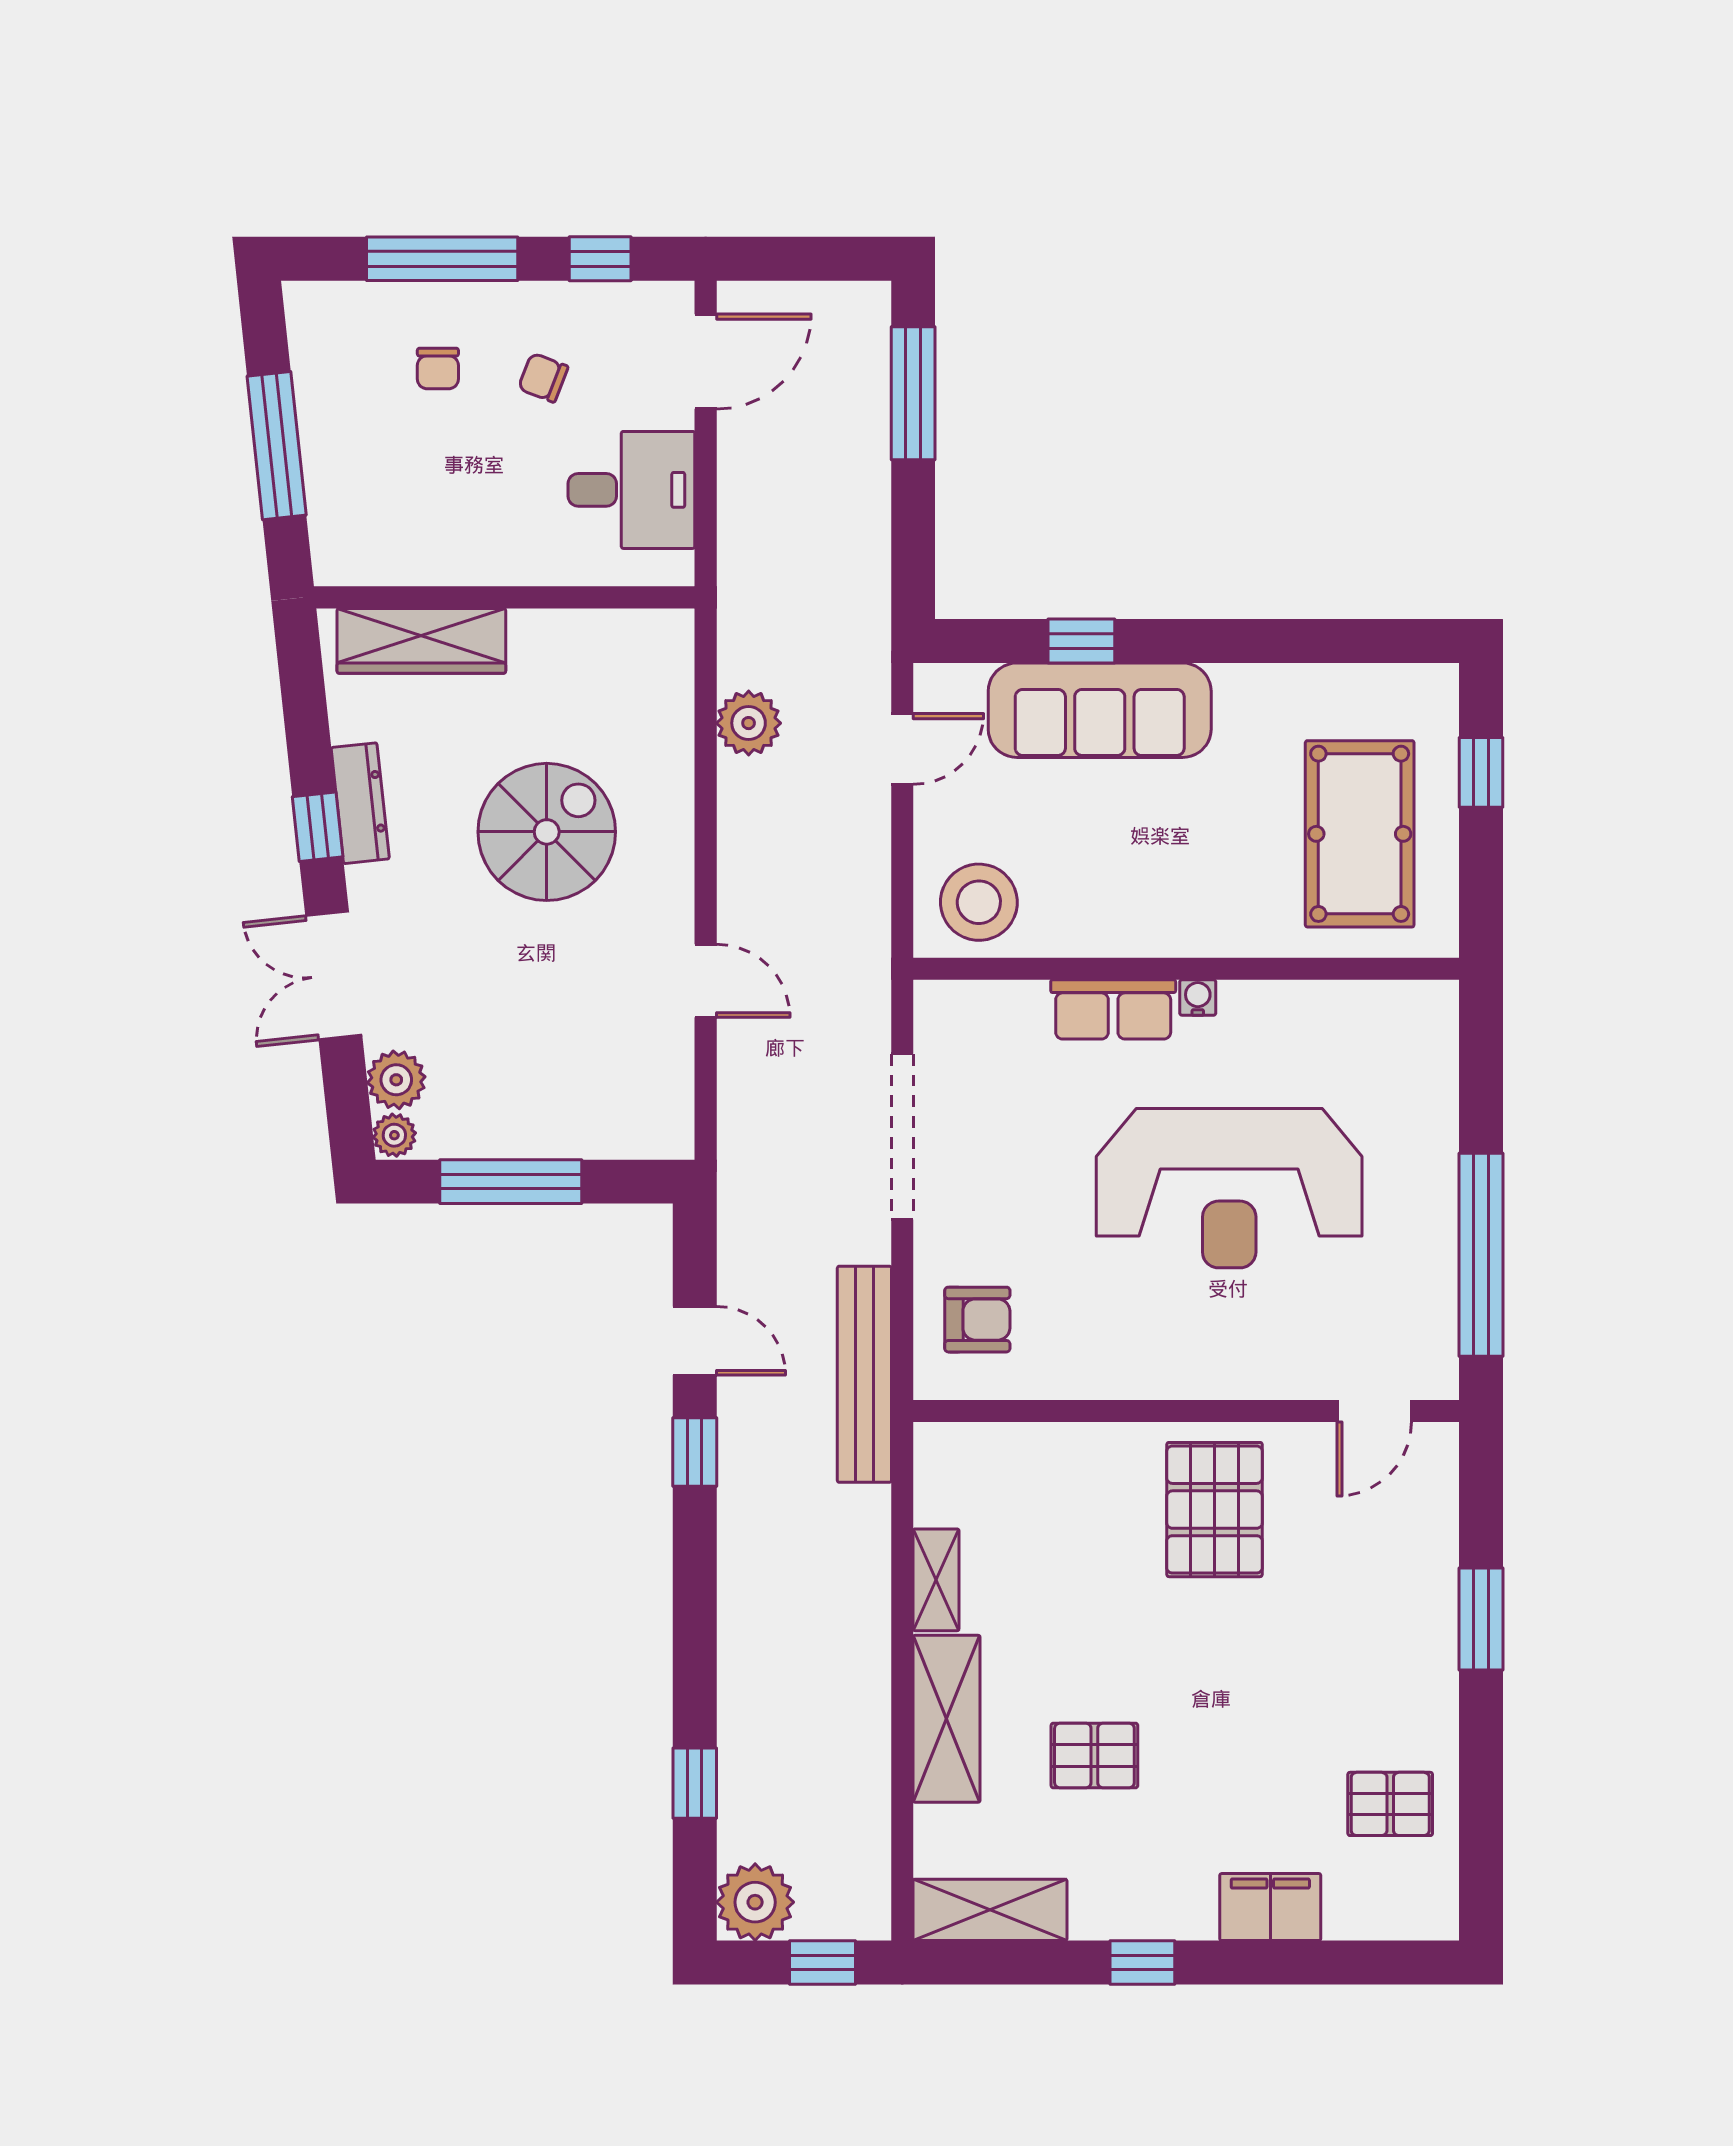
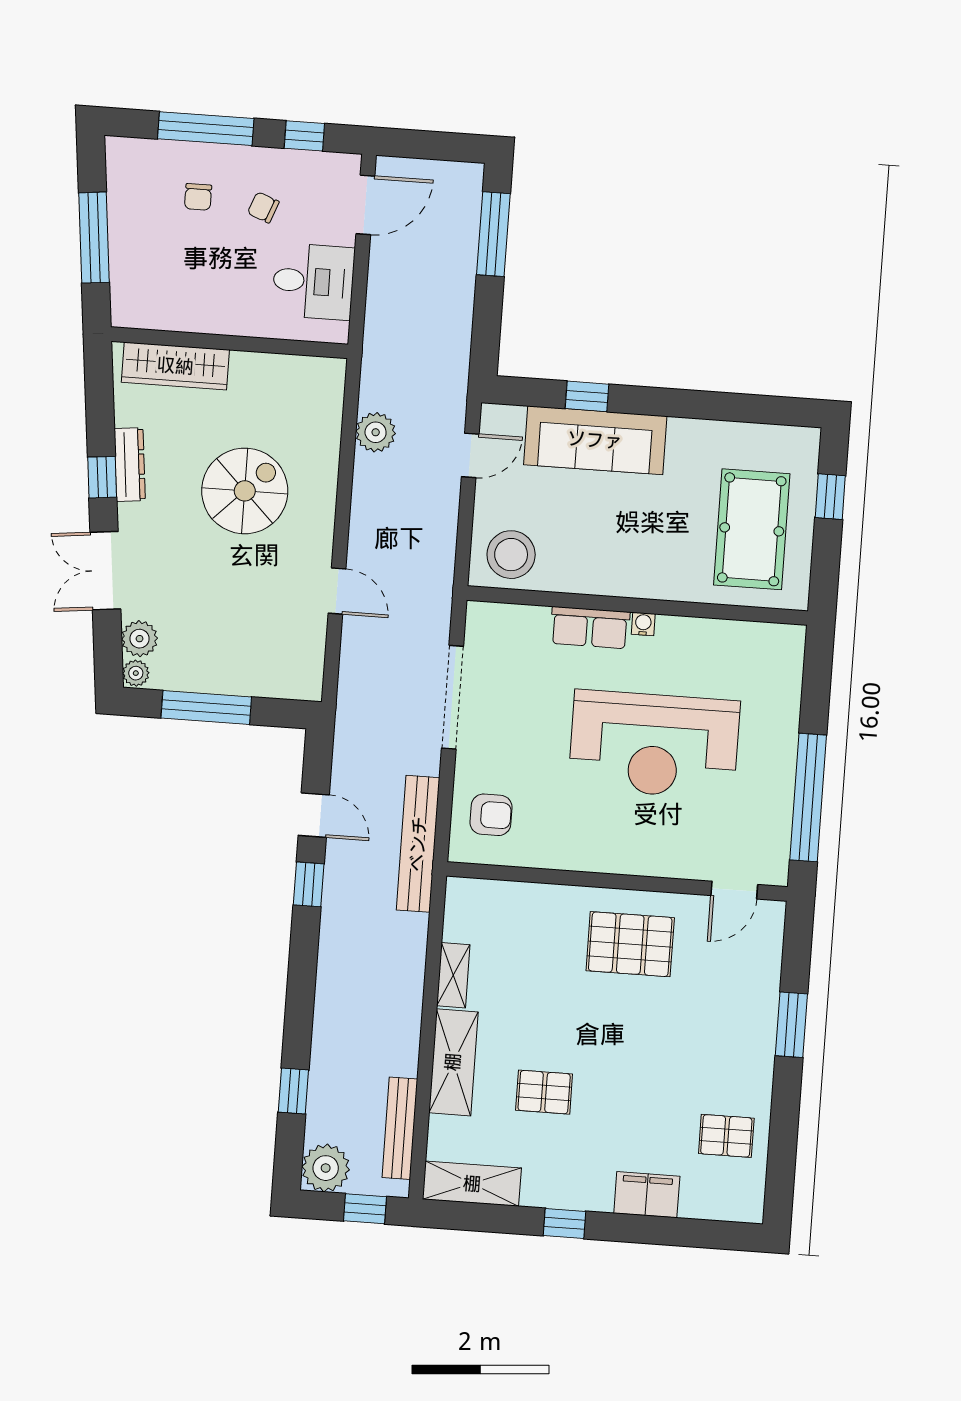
pallet: (1215, 1510) -> (630, 944), turned 90
bench: (869, 1830) -> (400, 1128), added

